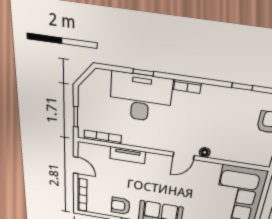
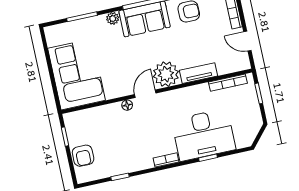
plant: (158, 165) -> (166, 74), added

